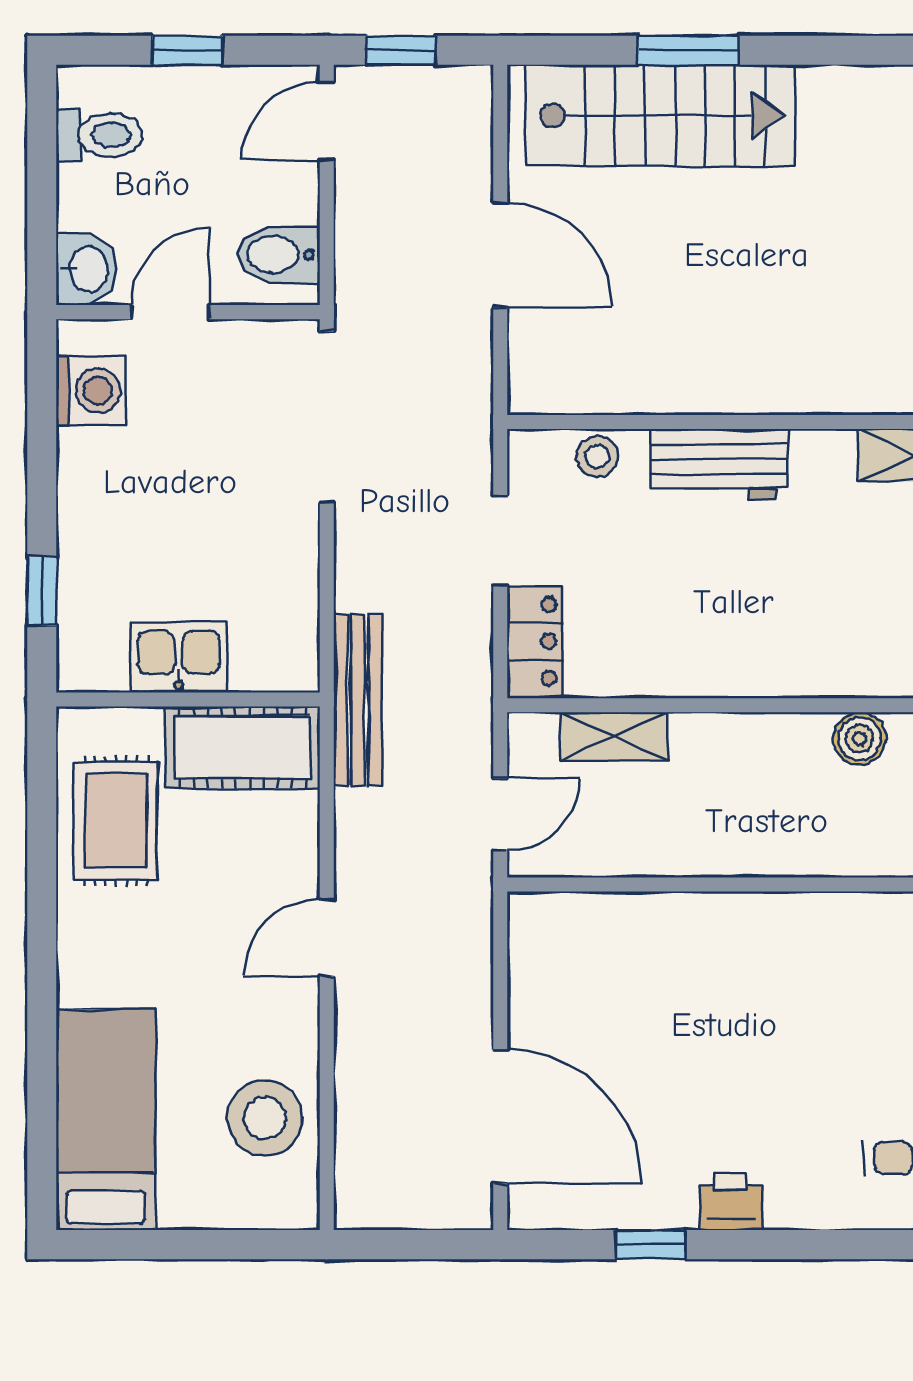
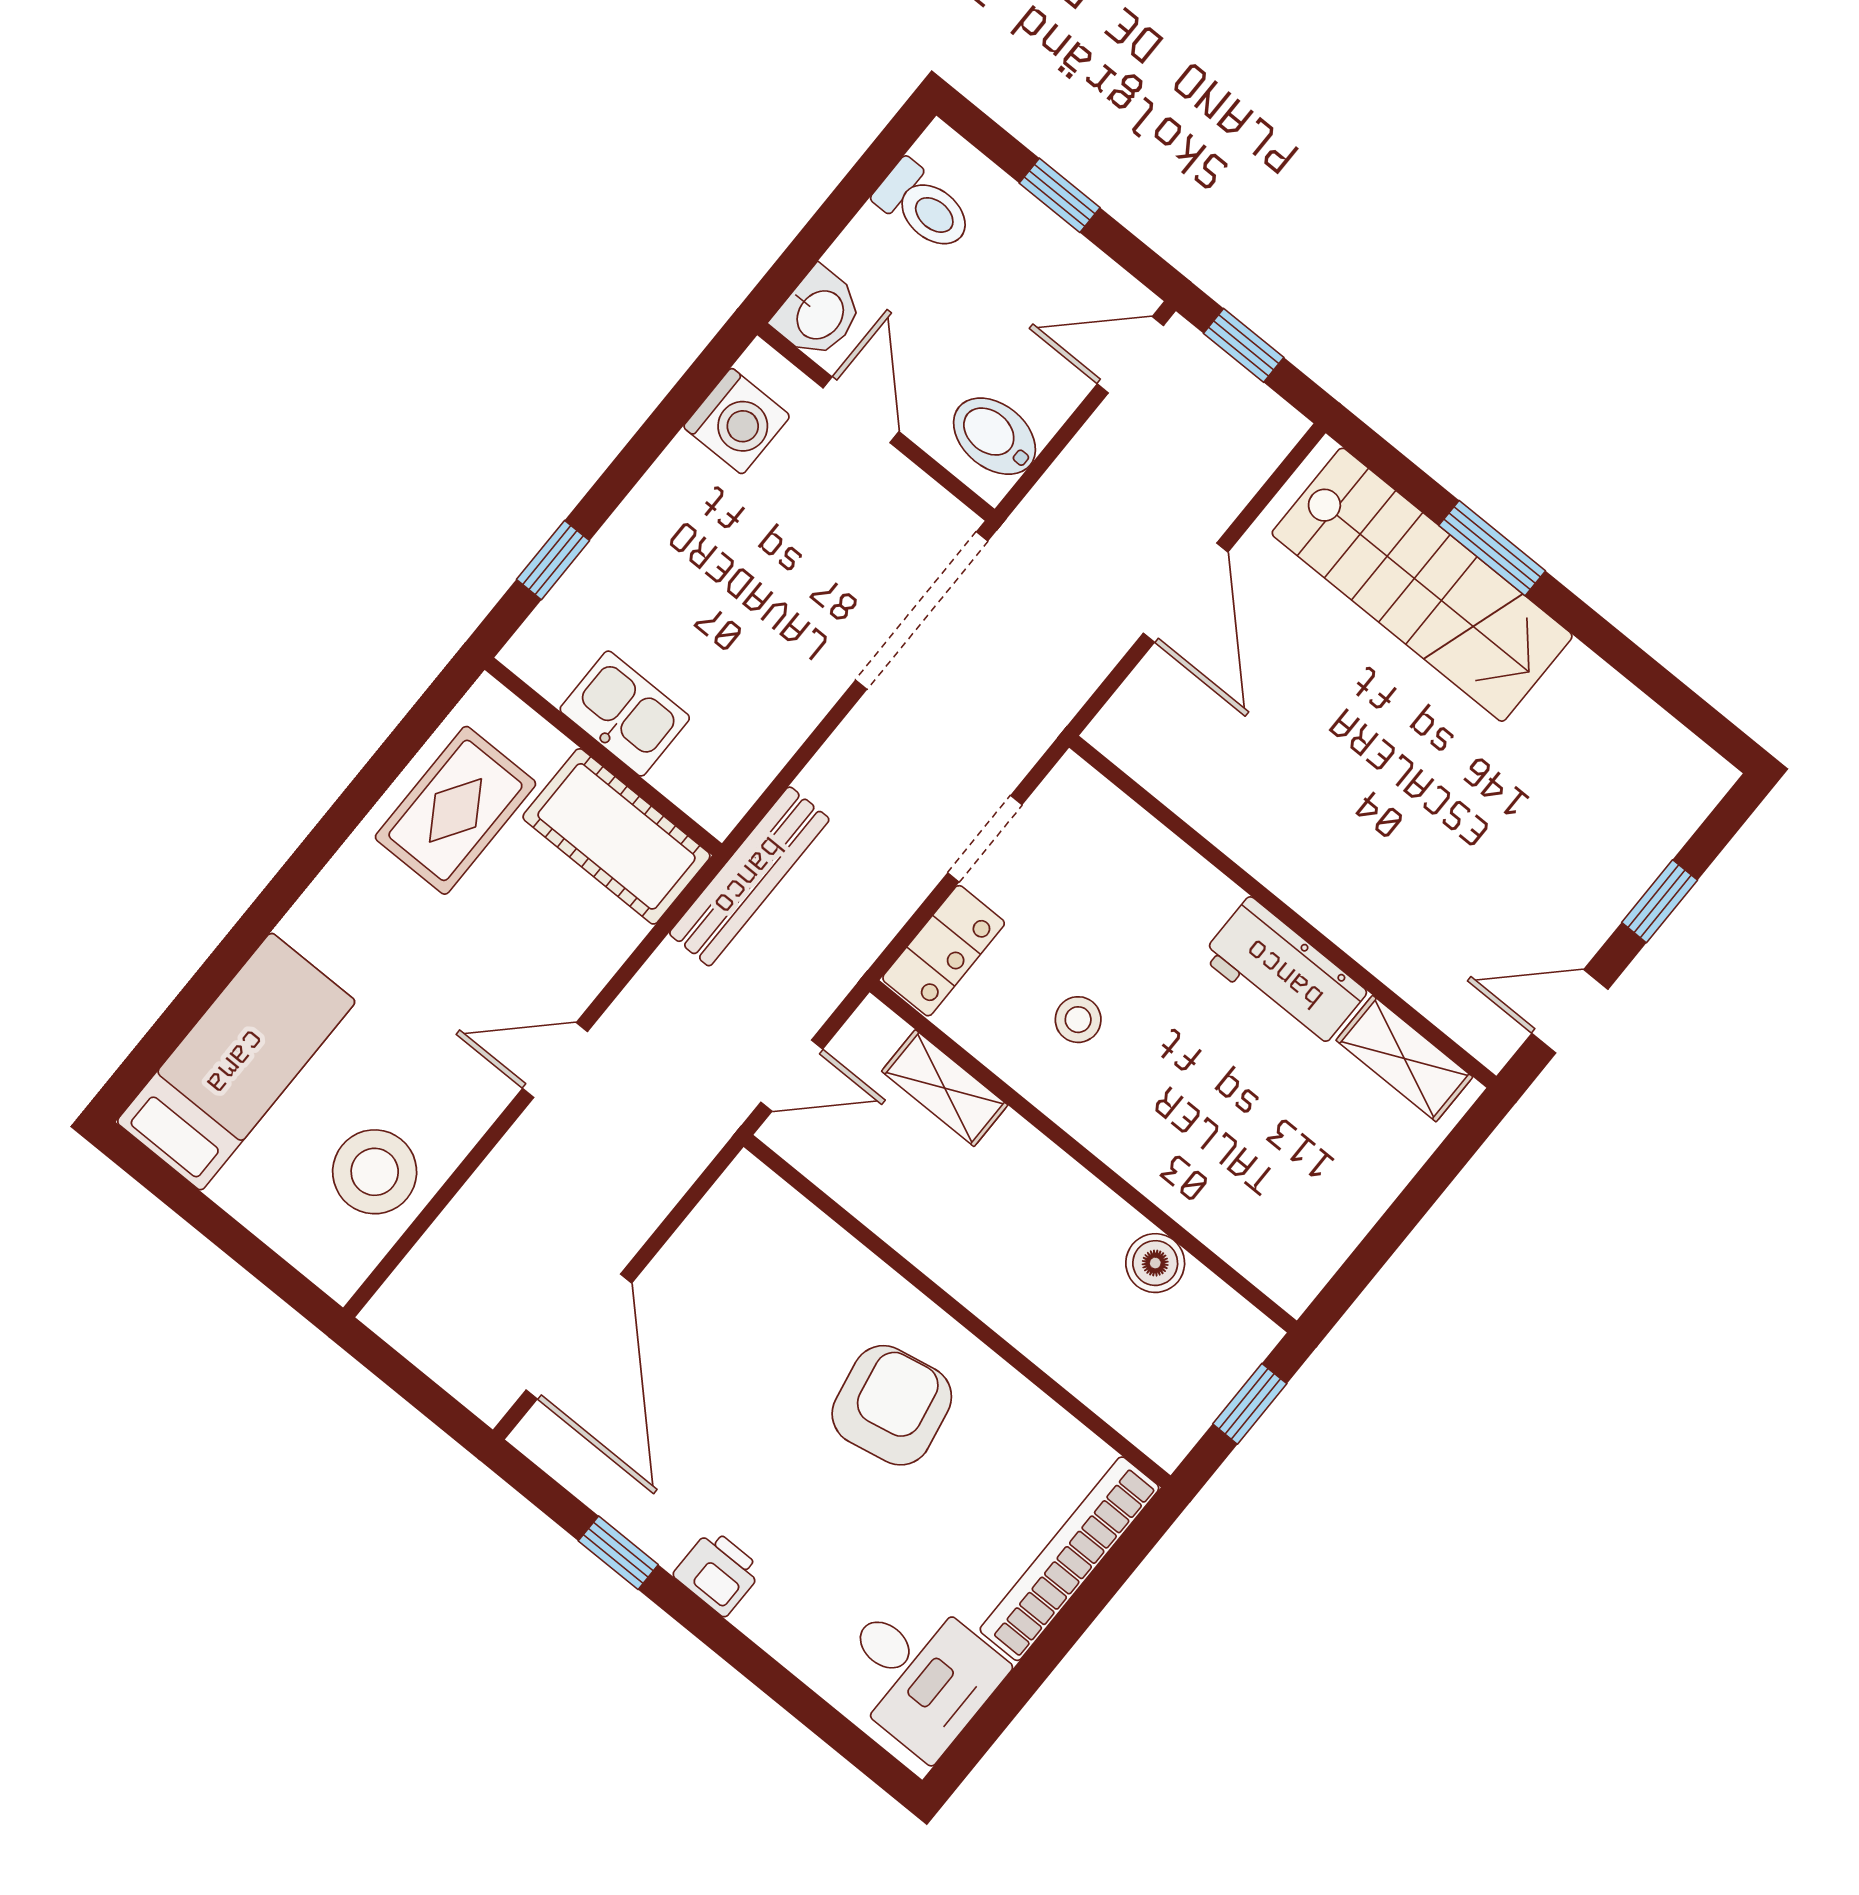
door: (171, 312) -> (861, 410), hinge flipped
stool: (597, 456) -> (1078, 1020), moved
workbench: (719, 465) -> (1284, 974), moved
armchair: (757, 987) -> (892, 1405), added

